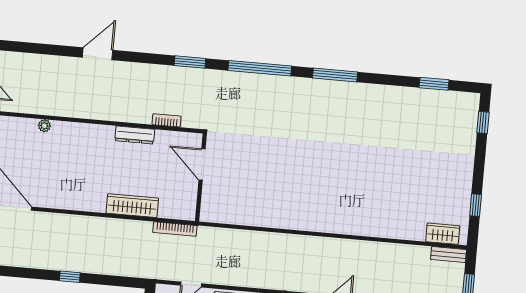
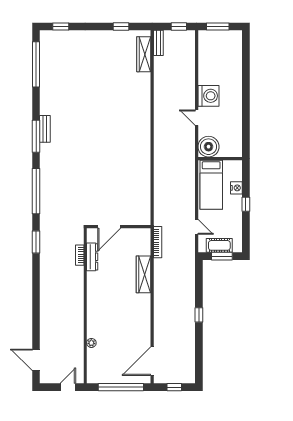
door: (98, 54) -> (36, 360), moved
window: (434, 84) -> (36, 64), width x2.11
bench: (344, 88) -> (45, 129), added
dresser: (135, 135) -> (92, 257), moved
wardrobe: (443, 234) -> (144, 54), width x1.50

